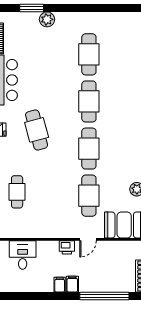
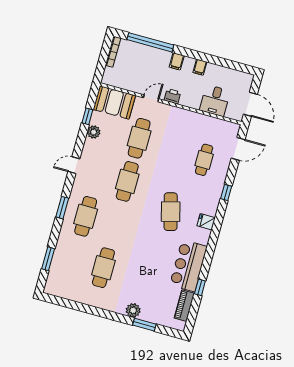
cafe table: (89, 101) -> (86, 216), moved
filing cabinet: (60, 285) -> (200, 67), moved

